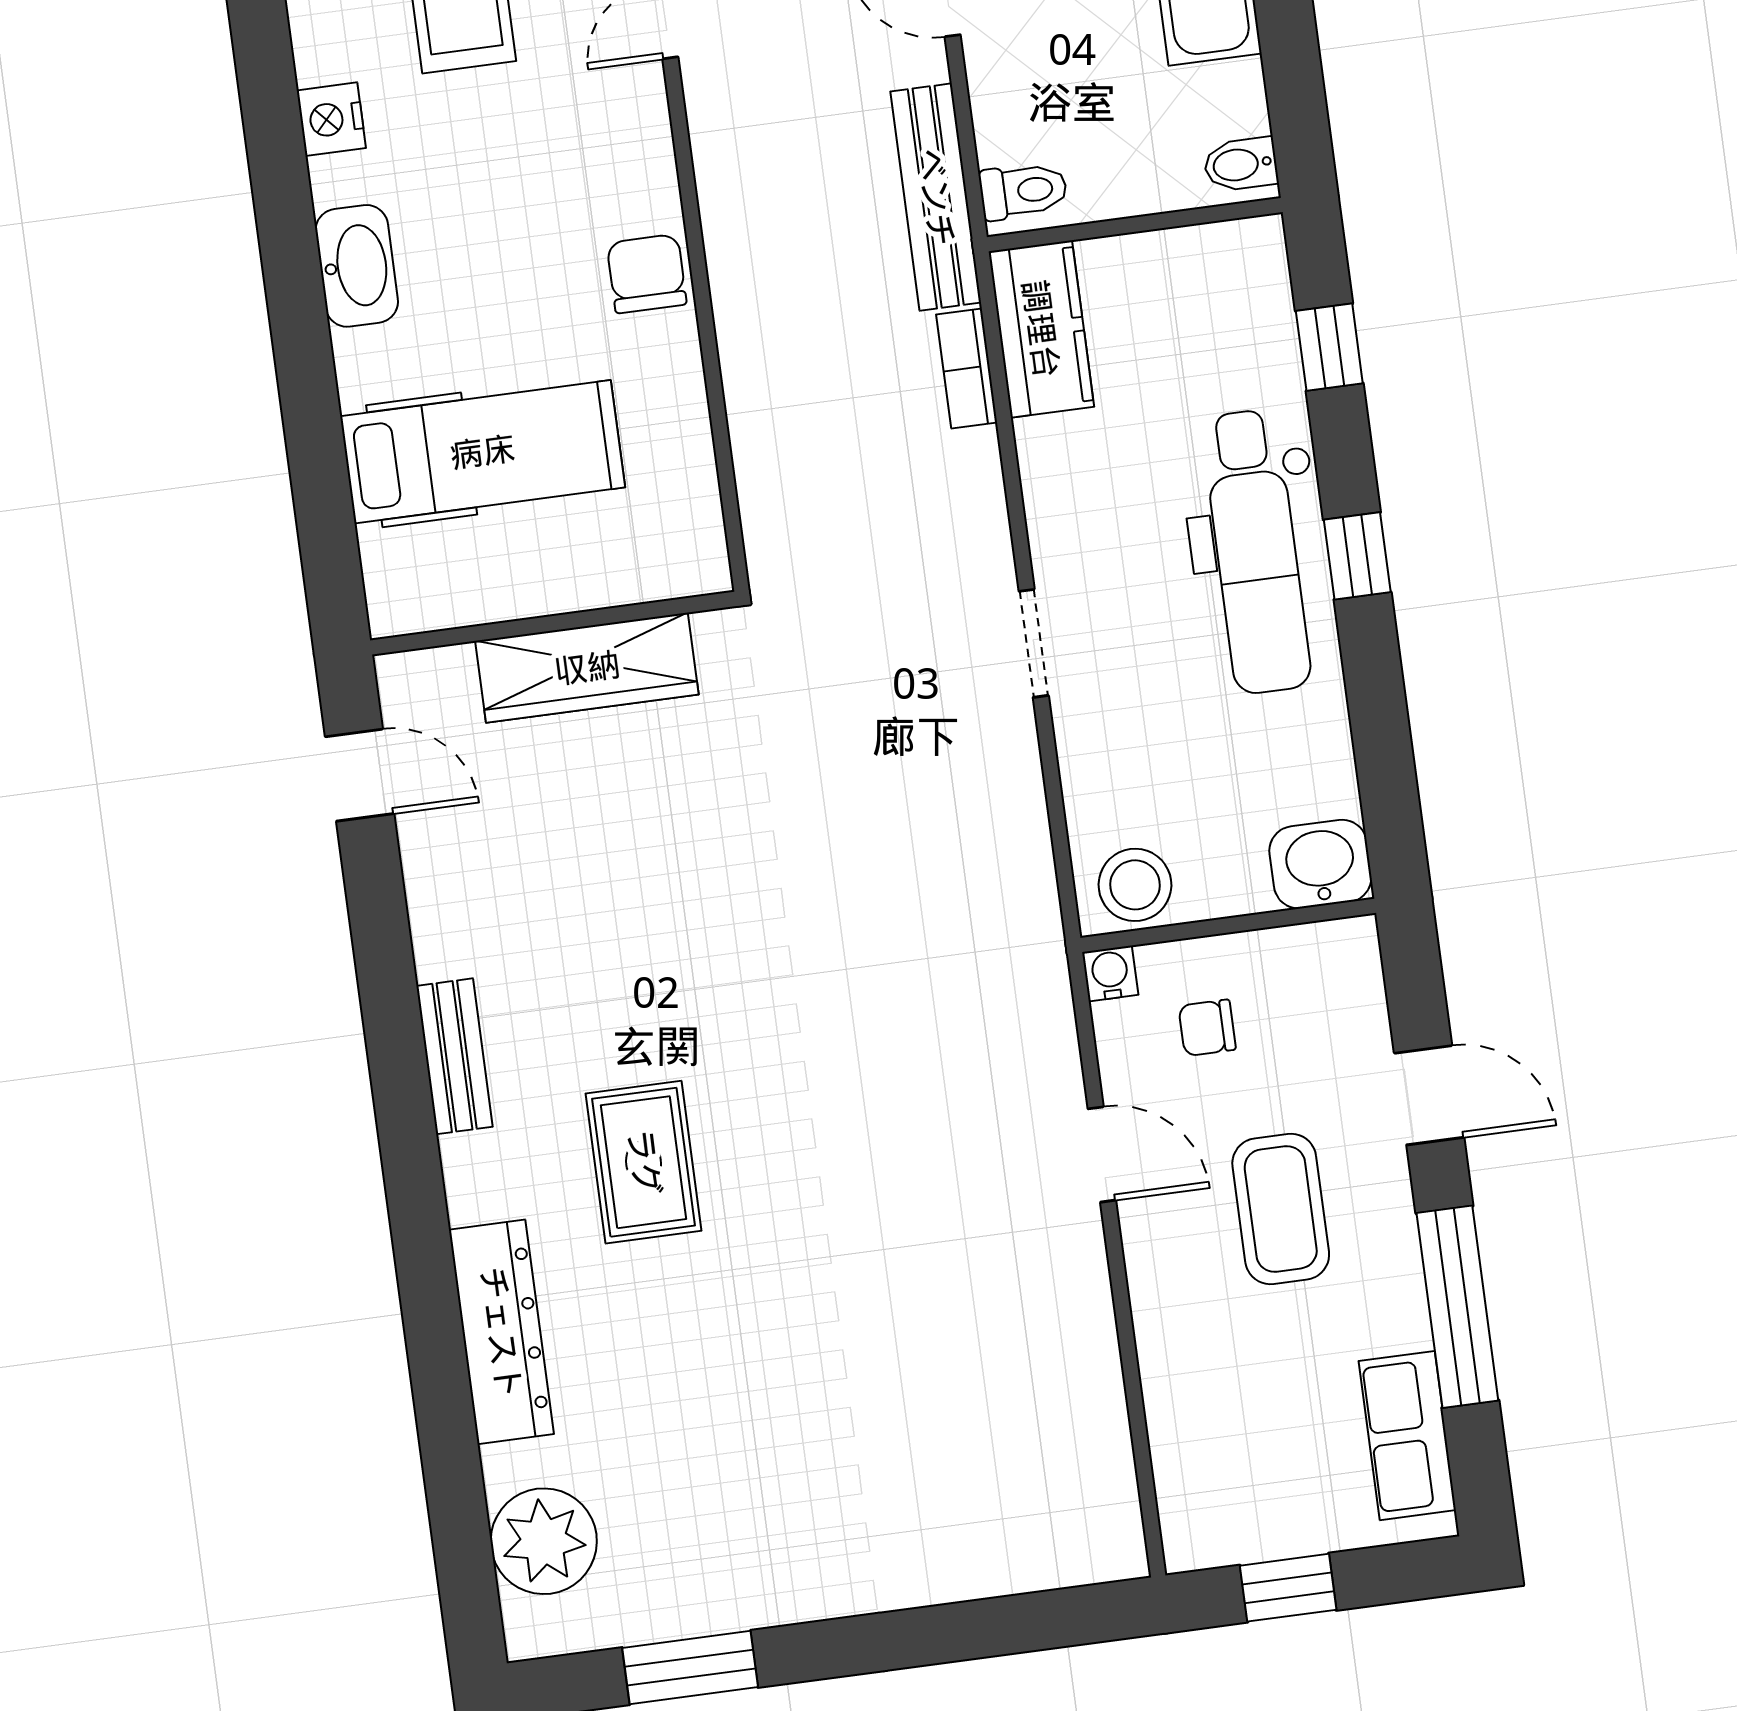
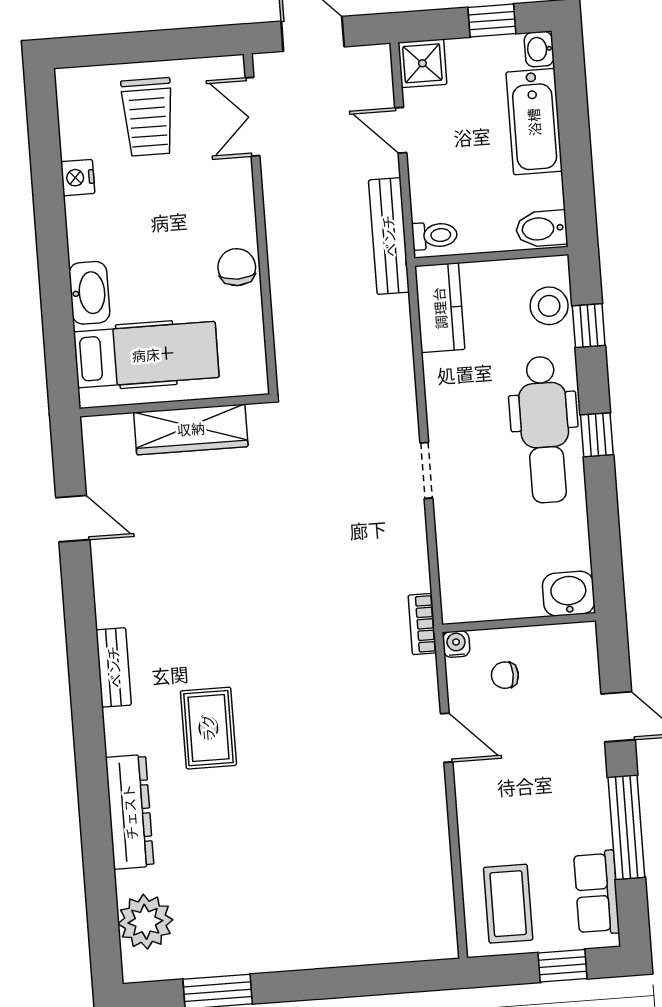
bidet: (1241, 164) -> (542, 229), width x1.38, depth x1.36
washbasin: (357, 266) -> (89, 293), moved
bookcase: (967, 368) -> (422, 624), moved
wall: (553, 623) -> (175, 405), moved
wardrobe: (587, 668) -> (191, 429), moved
stool: (1135, 885) -> (549, 306), moved
coffee table: (1281, 1209) -> (508, 904), moved
window: (1288, 1588) -> (562, 966), moved

